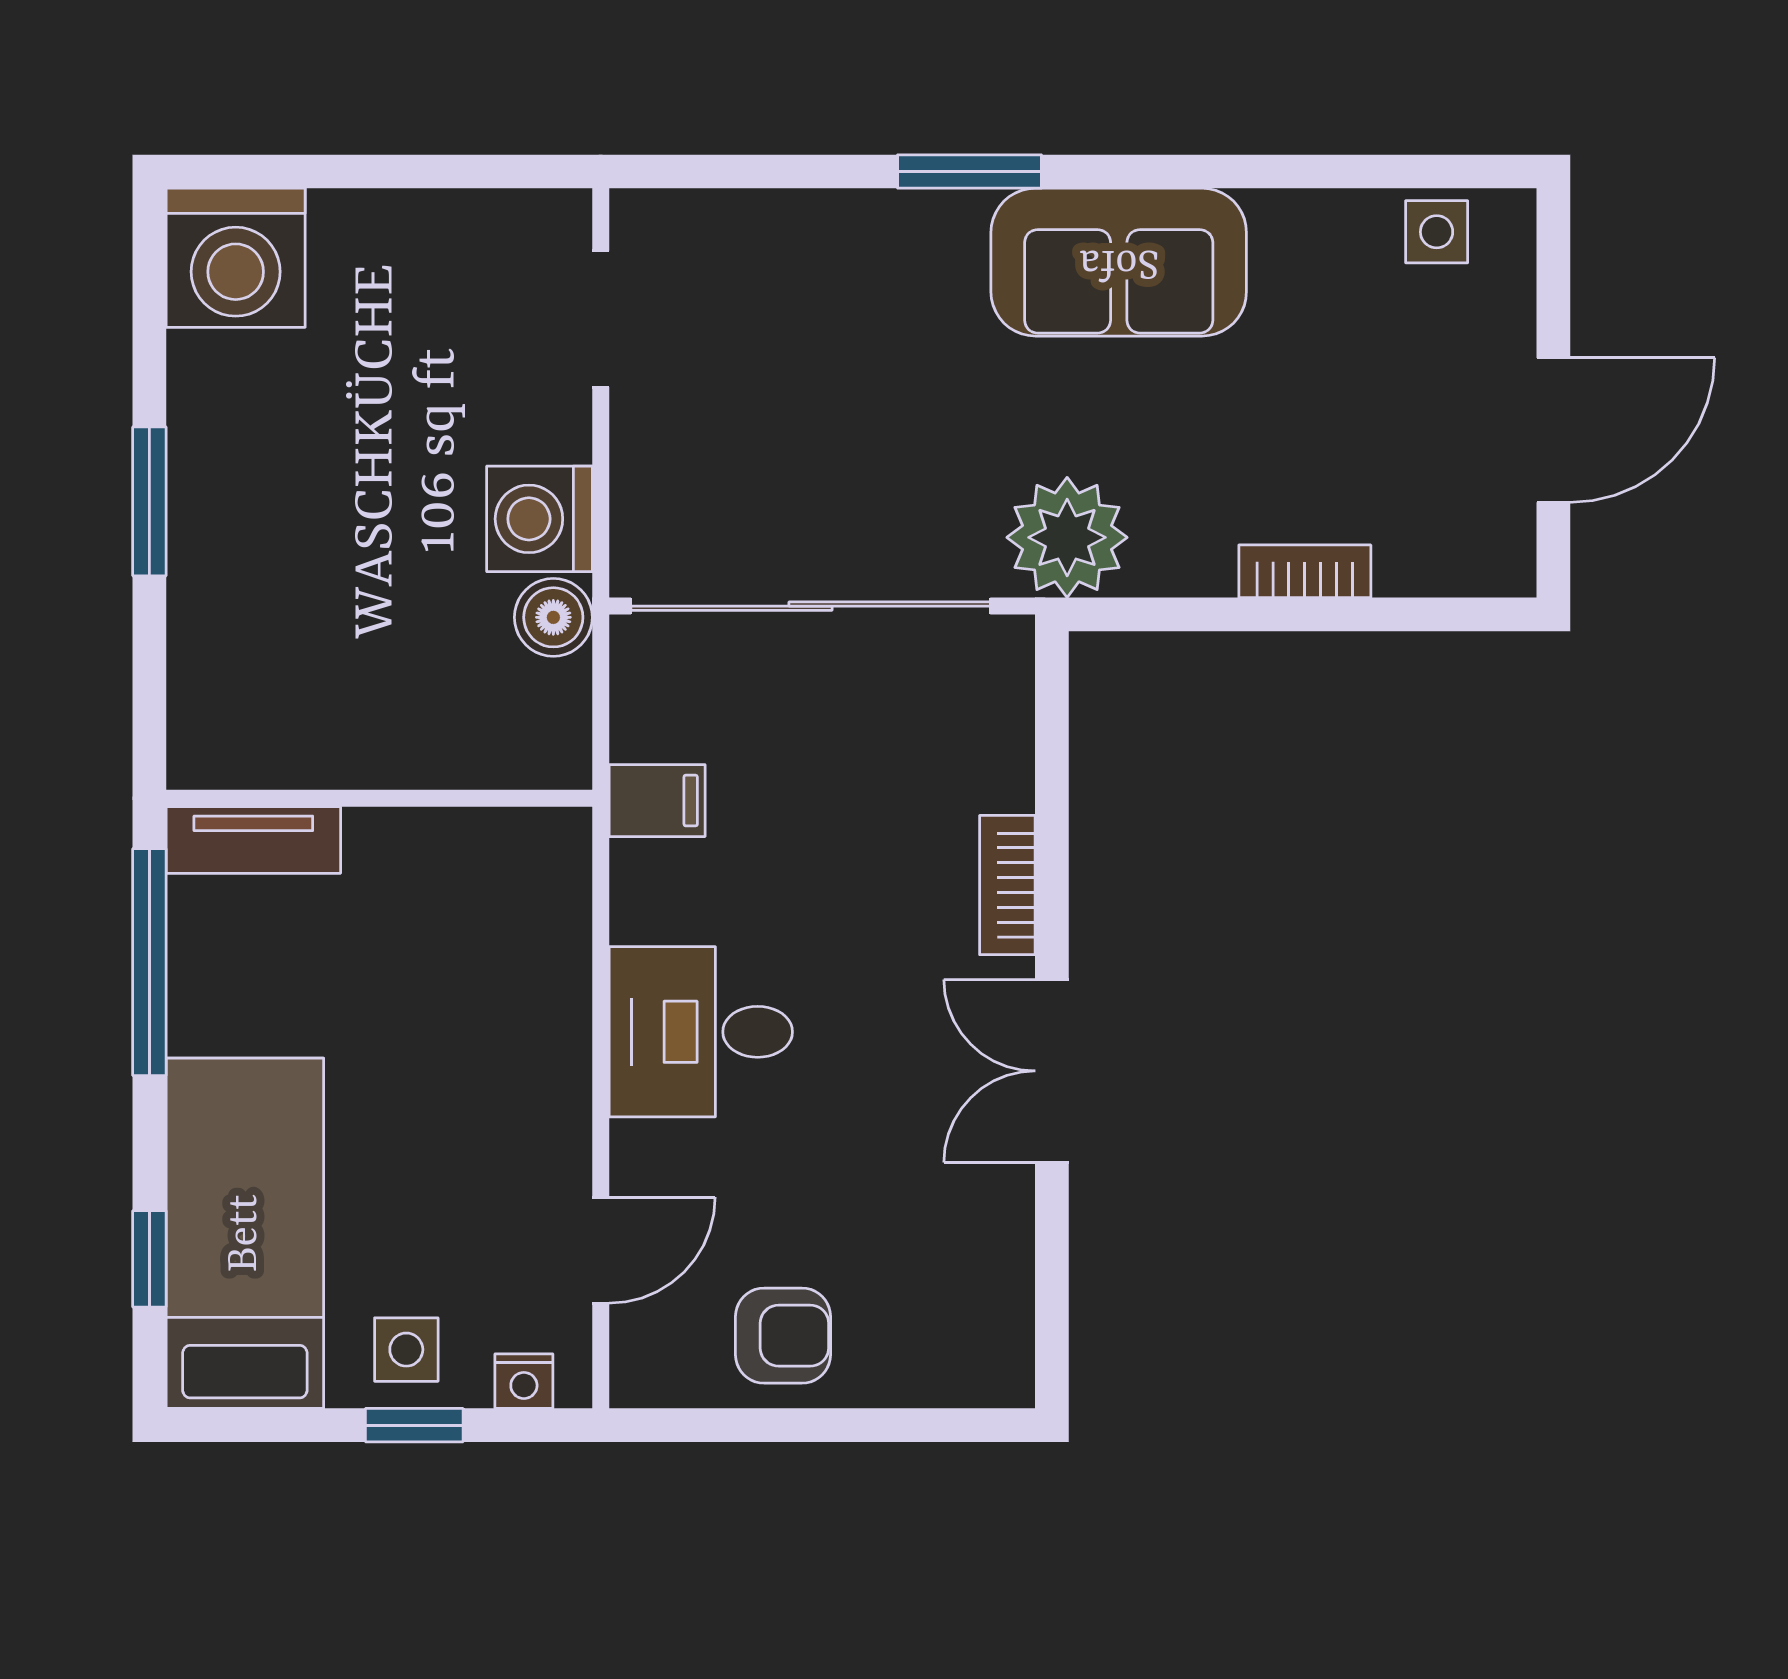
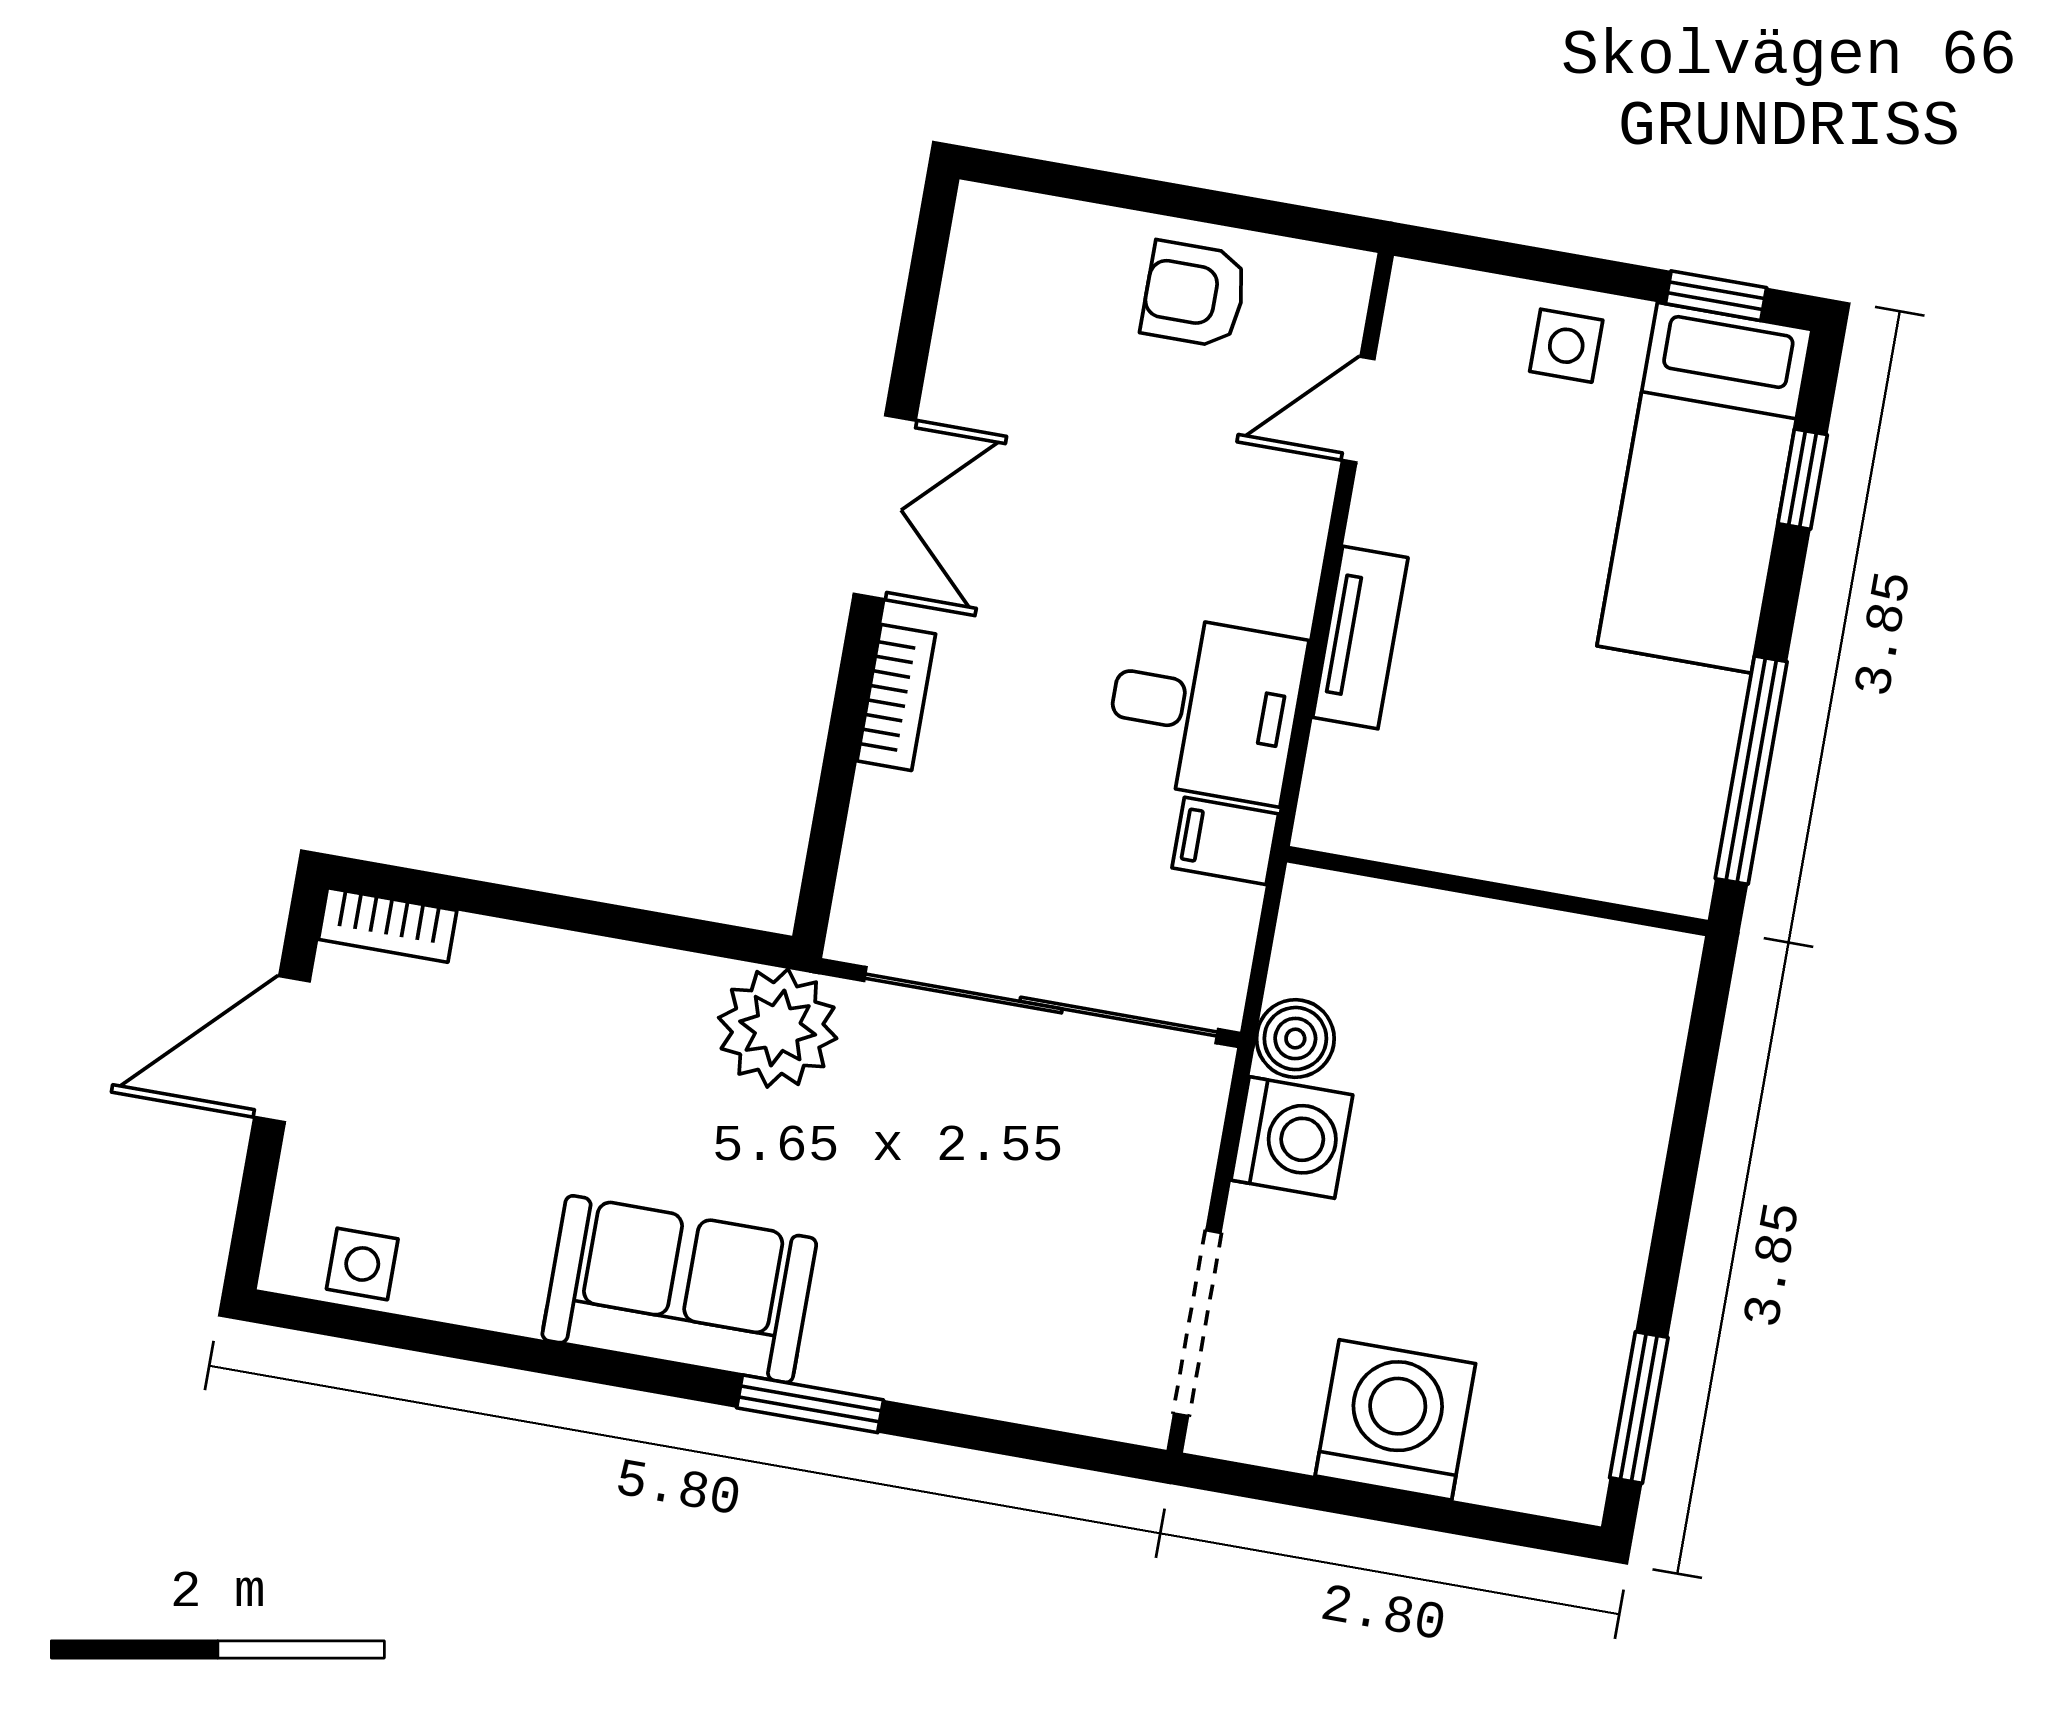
washing machine: (236, 258) -> (1395, 1420), moved
doorway: (601, 319) -> (1197, 1323), width x1.38
window: (149, 501) -> (1639, 1408), moved
bookcase: (1305, 571) -> (388, 925), moved
tv unit: (253, 840) -> (1360, 638), moved, turned 90
desk: (701, 1032) -> (1205, 708), moved
nightstand: (524, 1381) -> (1456, 294), removed
window: (414, 1425) -> (1716, 296), moved

